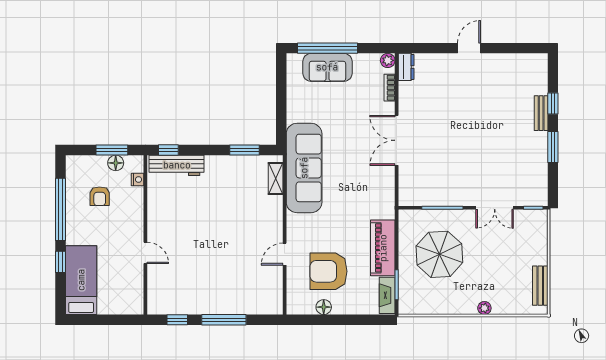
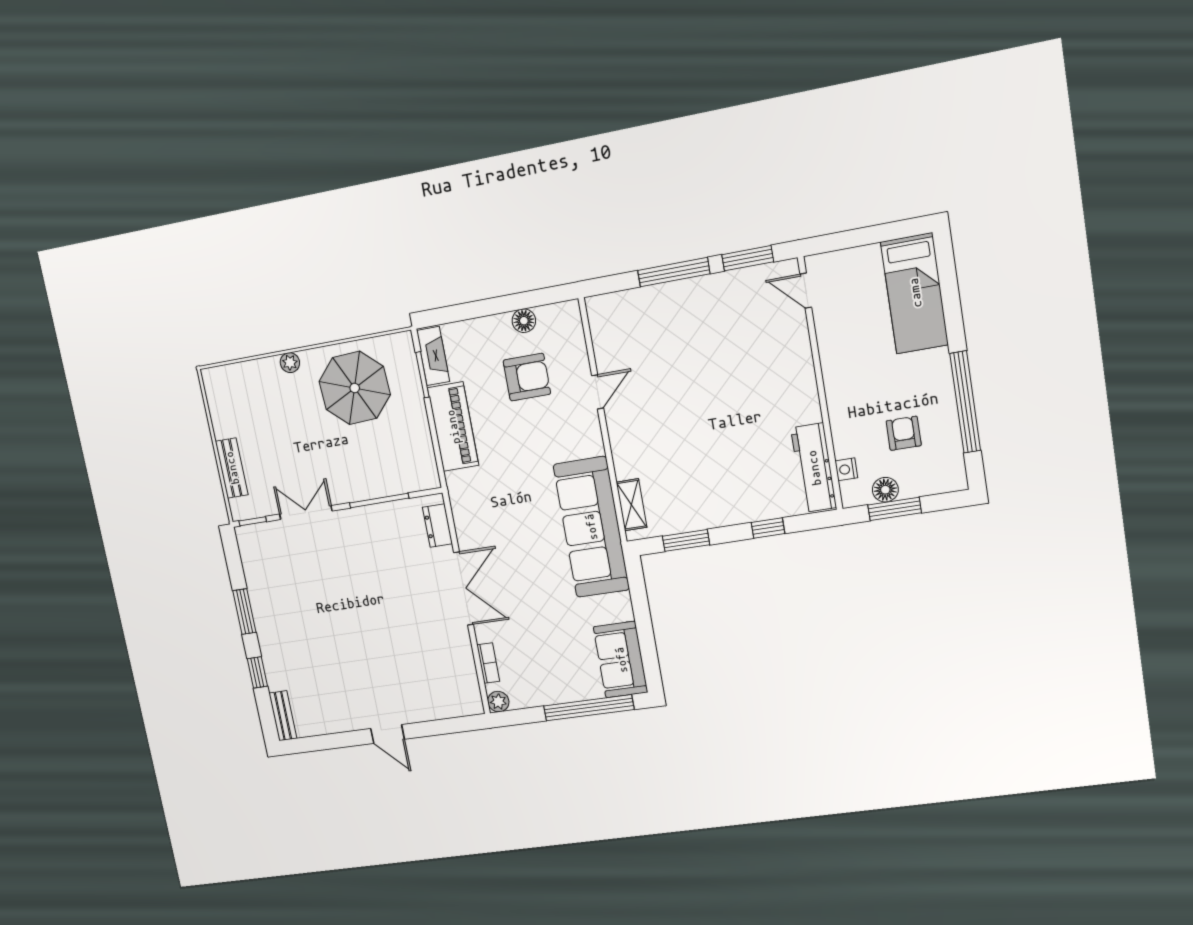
door: (469, 48) -> (388, 734), hinge flipped
sofa: (327, 67) -> (621, 660), moved, turned -90
dresser: (406, 67) -> (437, 526), moved
bench: (541, 113) -> (283, 716), moved
window: (168, 150) -> (768, 528), moved
workbench: (177, 165) -> (814, 468), moved, turned -90
door: (145, 253) -> (806, 291), moved
parasol: (439, 254) -> (355, 388), moved
window: (60, 262) -> (953, 317), removed
armchair: (328, 271) -> (527, 377), width x0.73, depth x0.73
bench: (540, 286) -> (232, 468), moved
window: (177, 320) -> (748, 258), width x1.50

